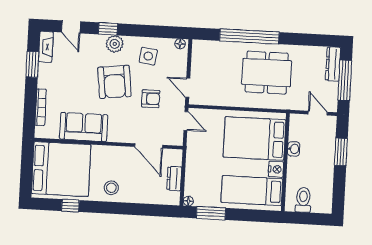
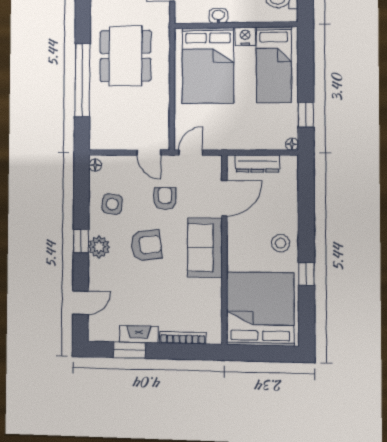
window: (108, 29) -> (81, 241), moved
fireplace: (46, 47) -> (139, 334), moved
armchair: (114, 82) -> (146, 245), width x0.73, depth x0.73
door: (188, 88) -> (149, 153), hinge flipped
sofa: (84, 127) -> (205, 248), moved
dresser: (174, 179) -> (257, 164), width x1.44
window: (70, 206) -> (306, 274), moved
window: (211, 213) -> (306, 115), width x0.67

